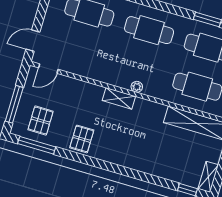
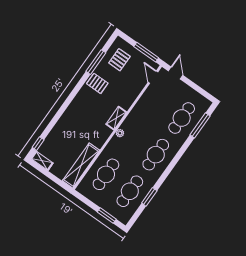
window: (14, 104) -> (146, 52), moved
pallet: (41, 121) -> (119, 60), turned 90
window: (37, 145) -> (96, 62), moved

